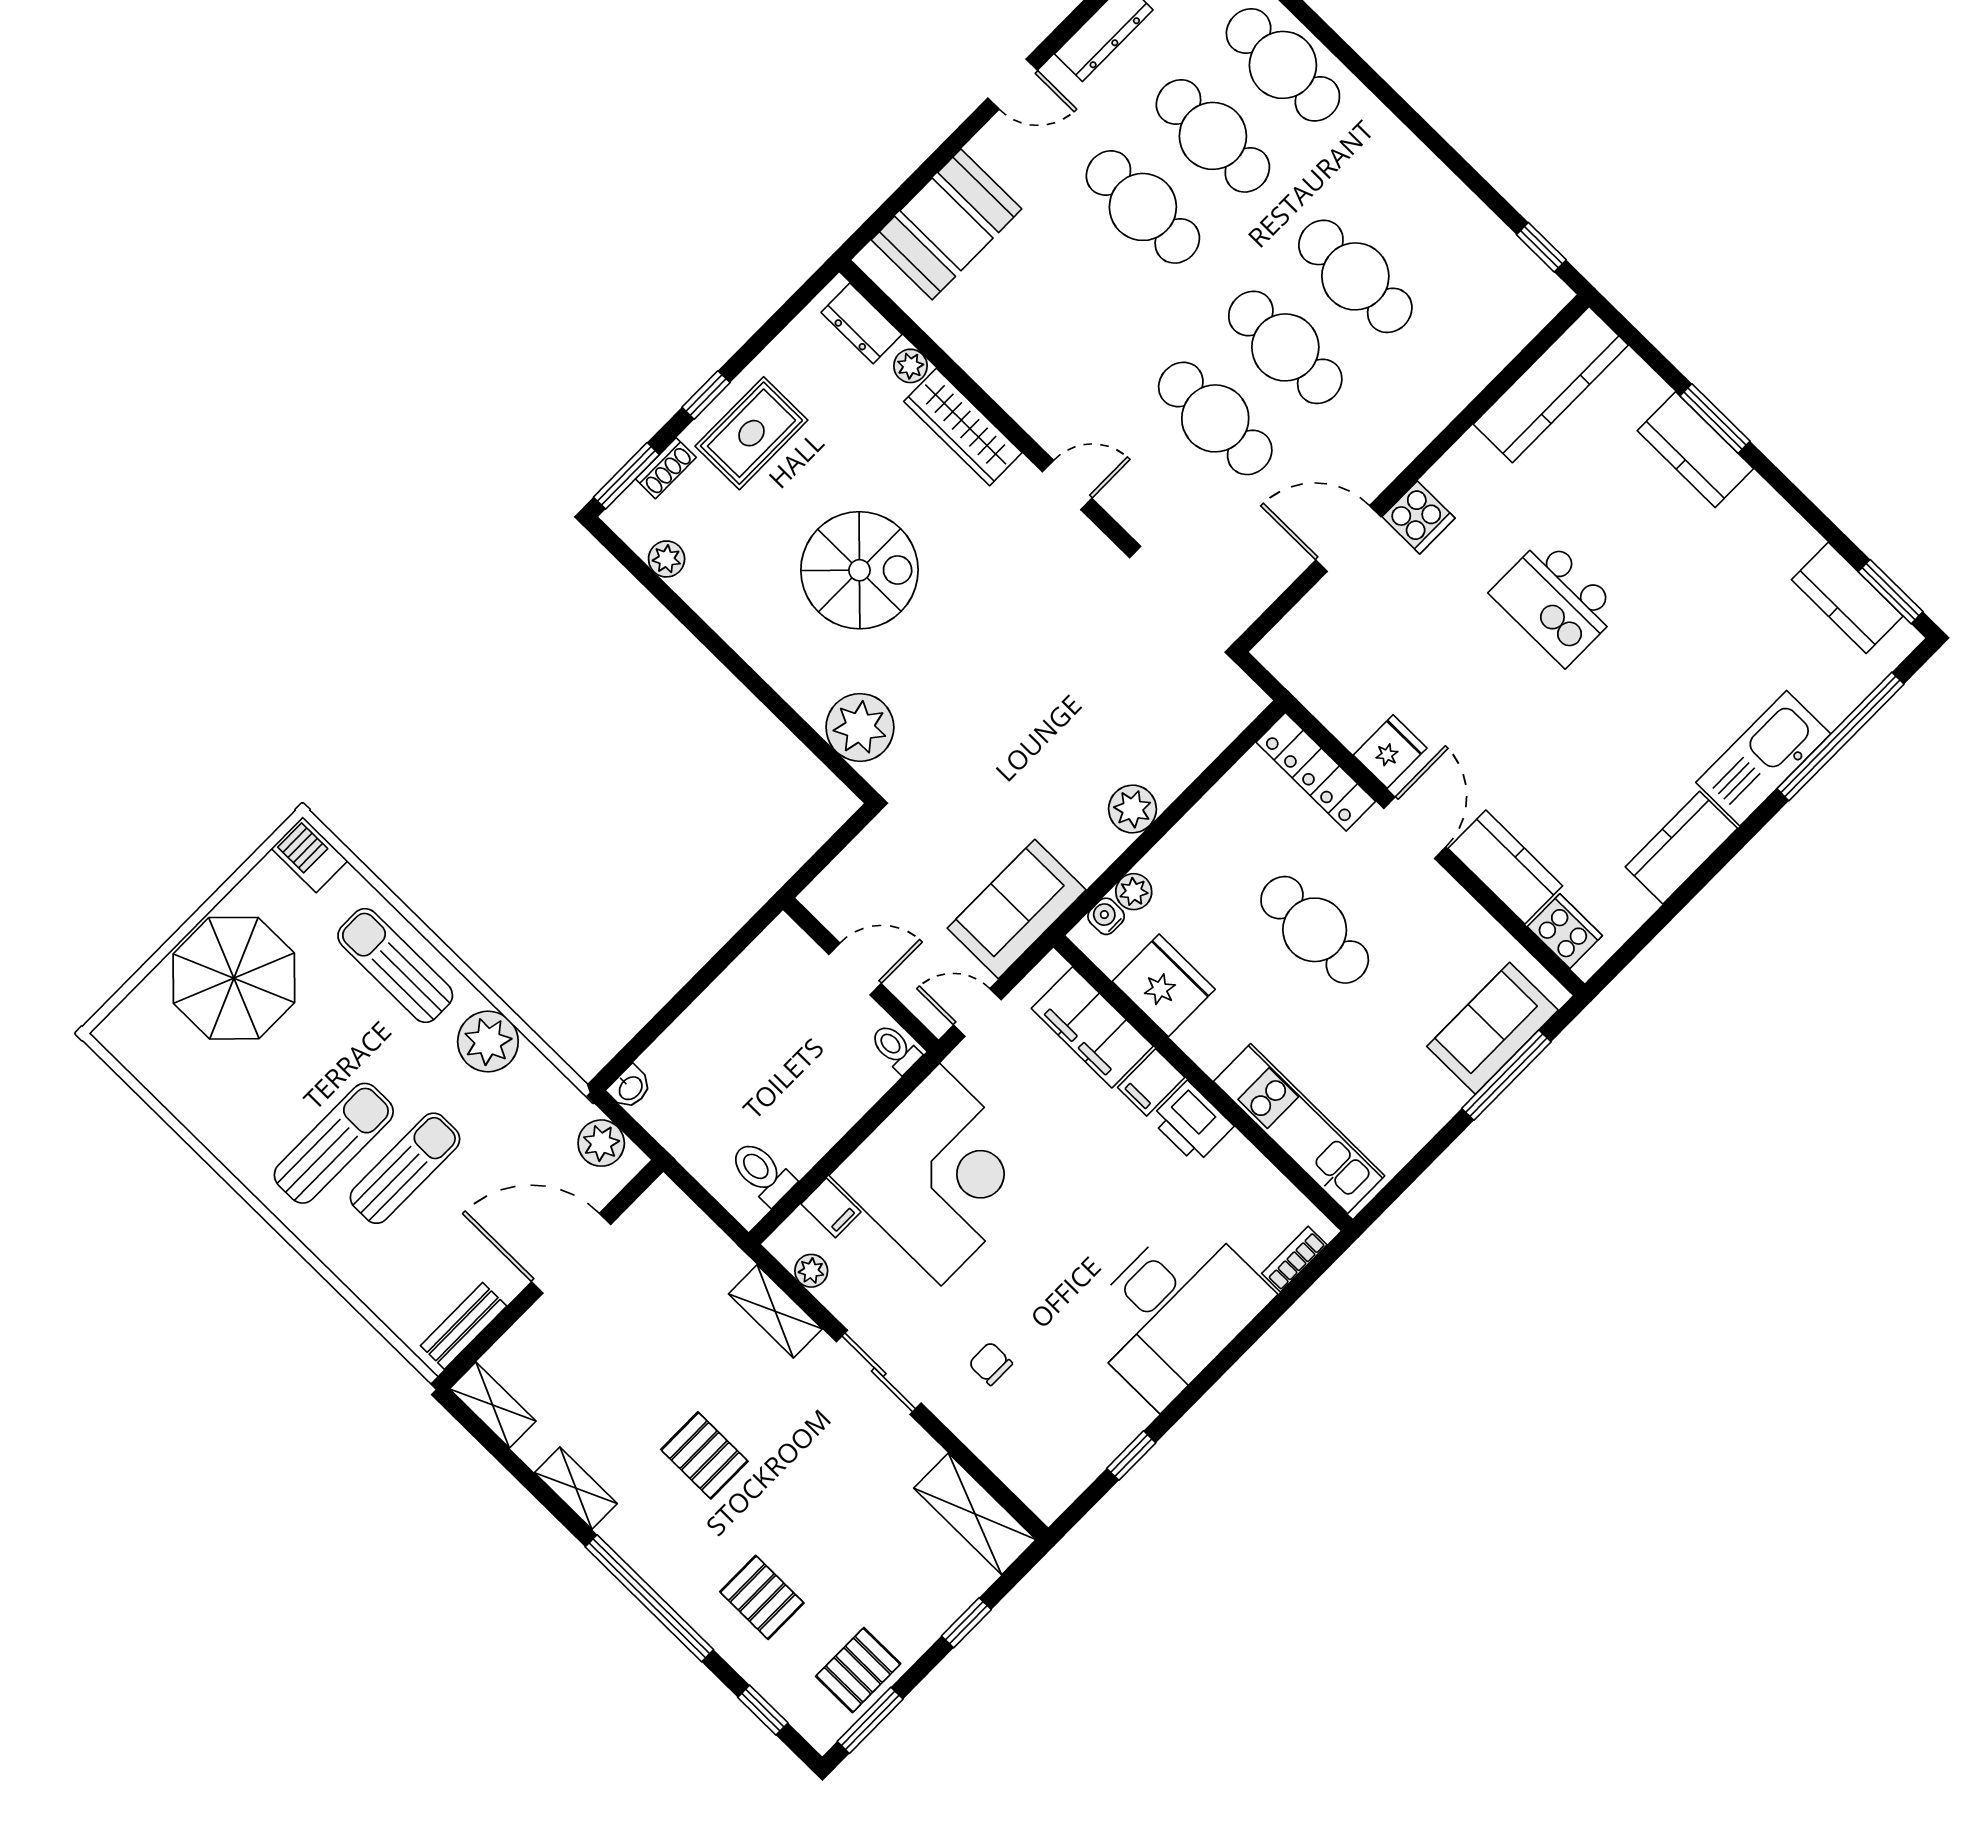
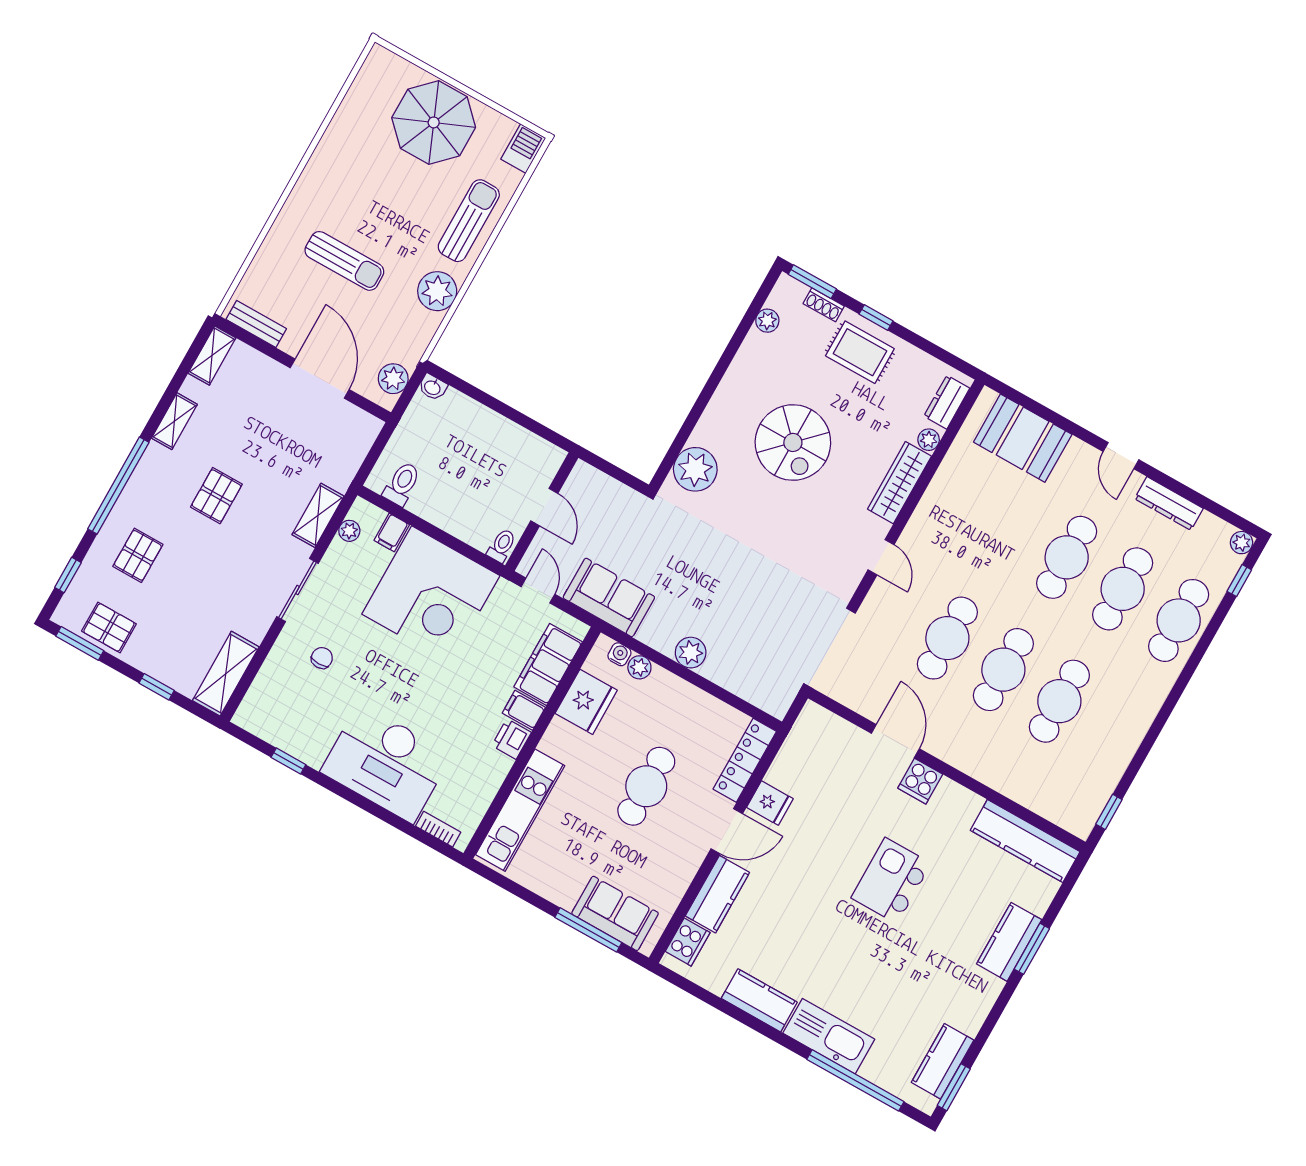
printer: (1192, 1122) -> (511, 739), width x0.73, depth x0.81
sun lounger: (334, 1143) -> (348, 212), removed

